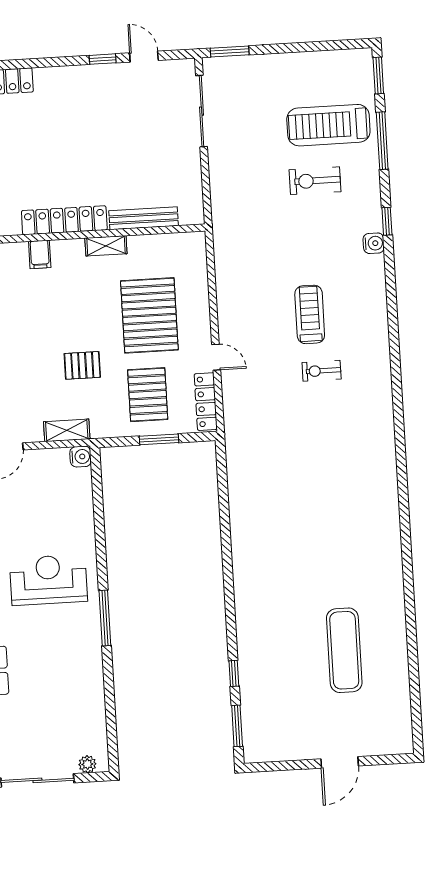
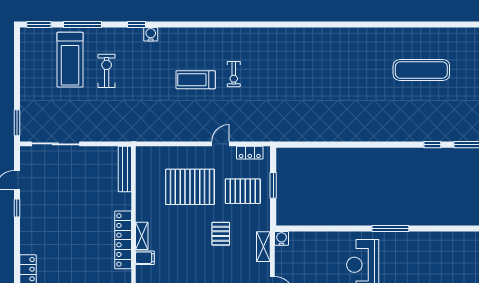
exercise bike: (315, 181) -> (107, 71), turned 180
bench: (144, 218) -> (125, 169), moved
shelving: (106, 246) -> (142, 236), moved
locker: (206, 402) -> (250, 153), width x0.66

